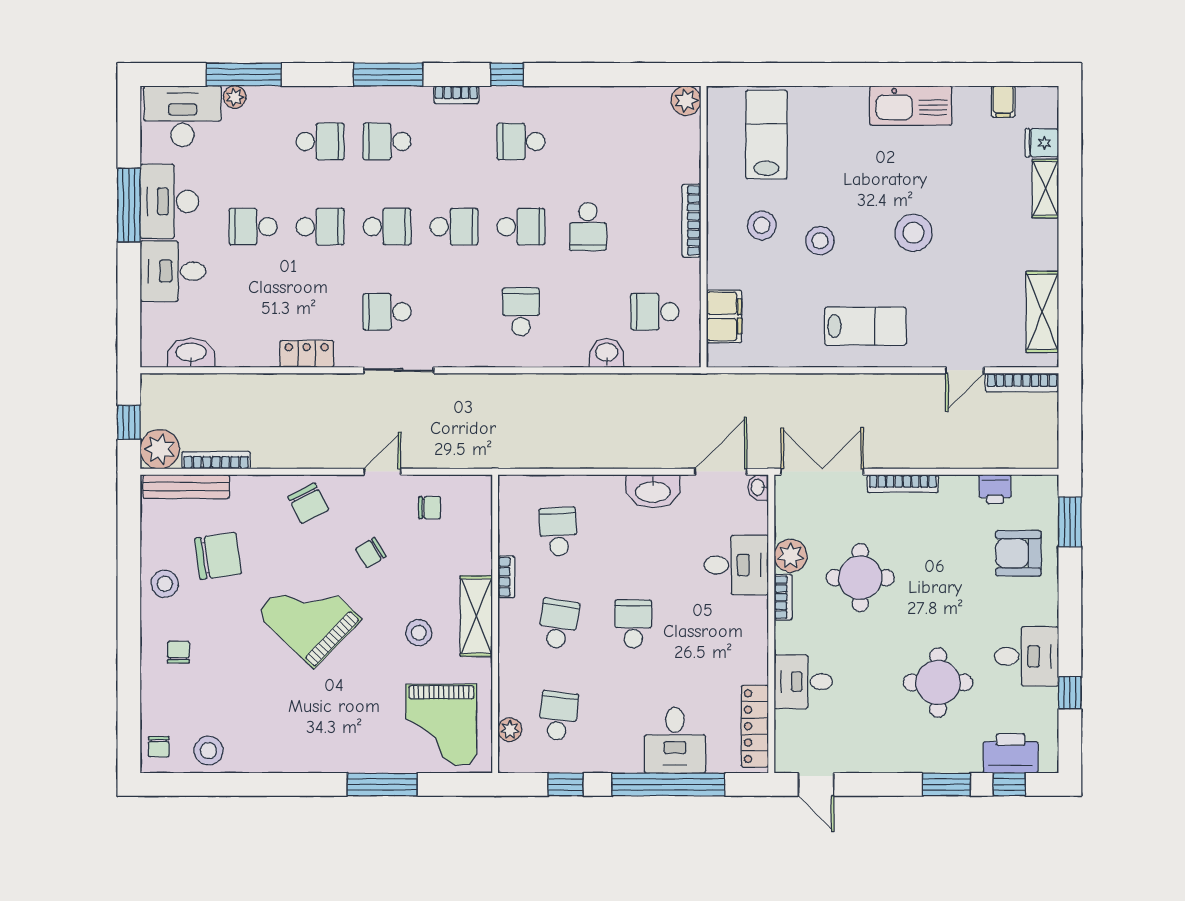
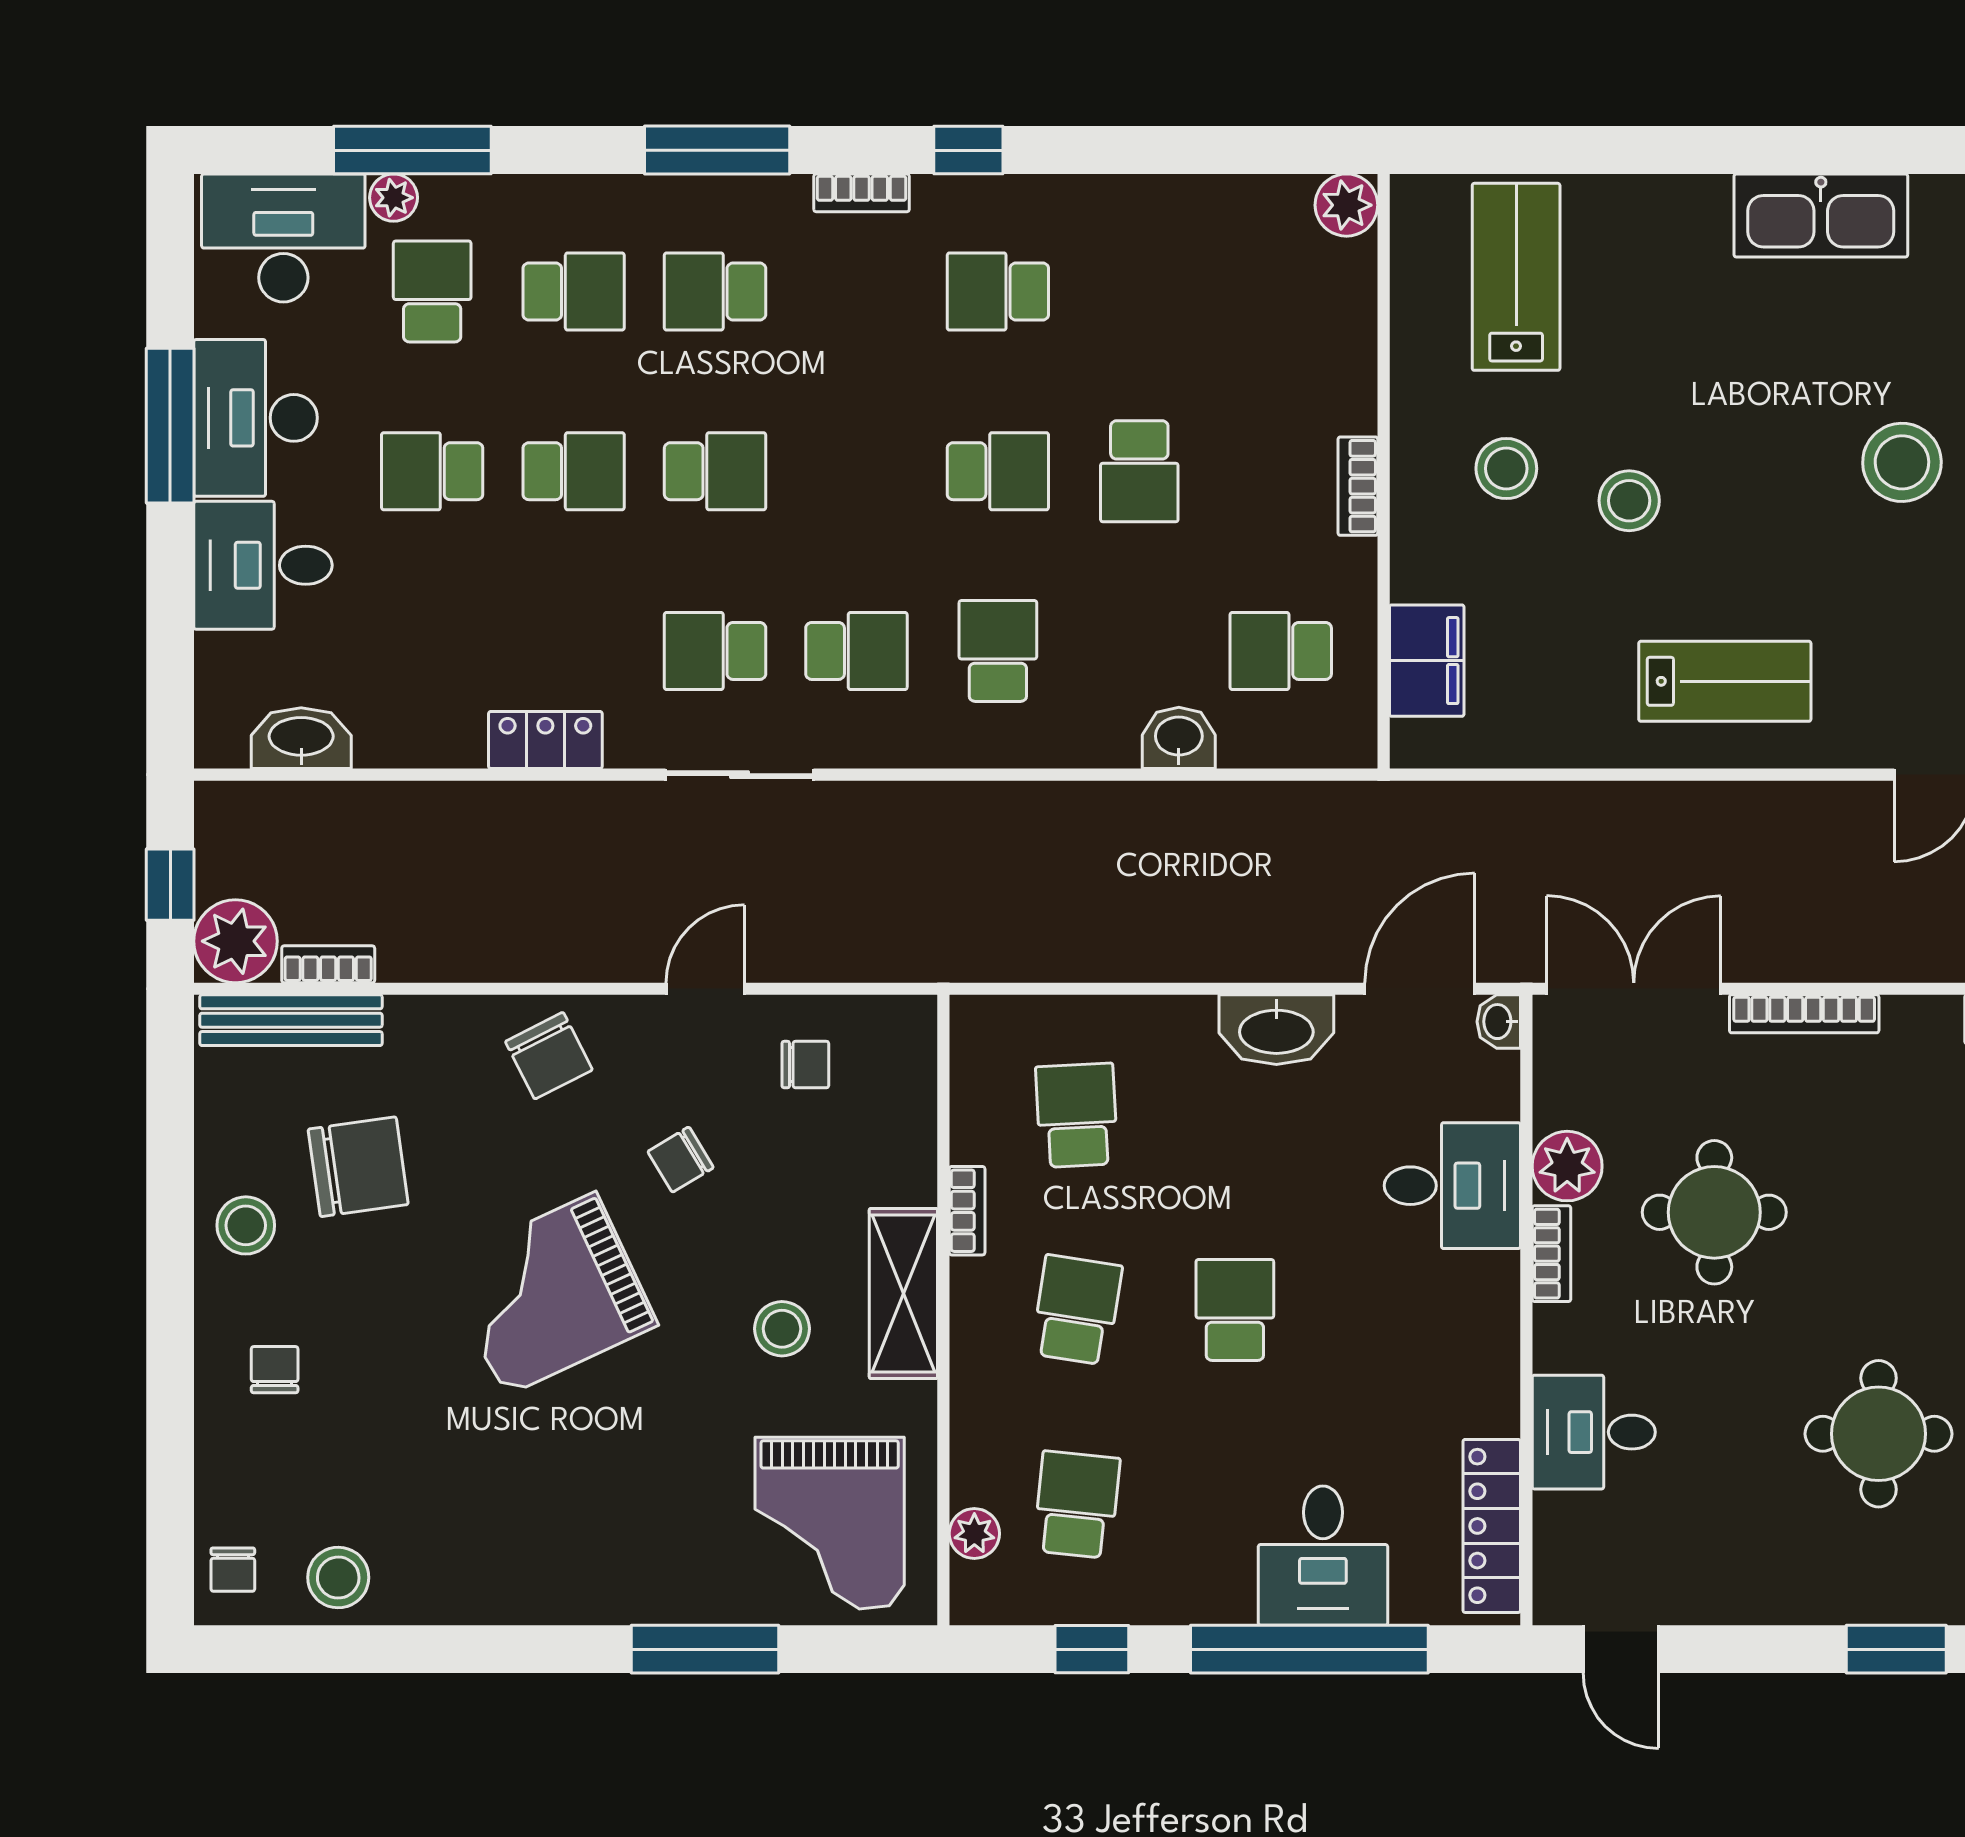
school desk: (253, 142) -> (432, 292), added
bookcase: (691, 221) -> (1358, 486), width x0.64
school desk: (454, 227) -> (856, 651), moved
stool: (914, 233) -> (1902, 462), moved
bookcase: (216, 460) -> (328, 964), width x0.64
grand piano: (309, 616) -> (550, 1294), turned -69

